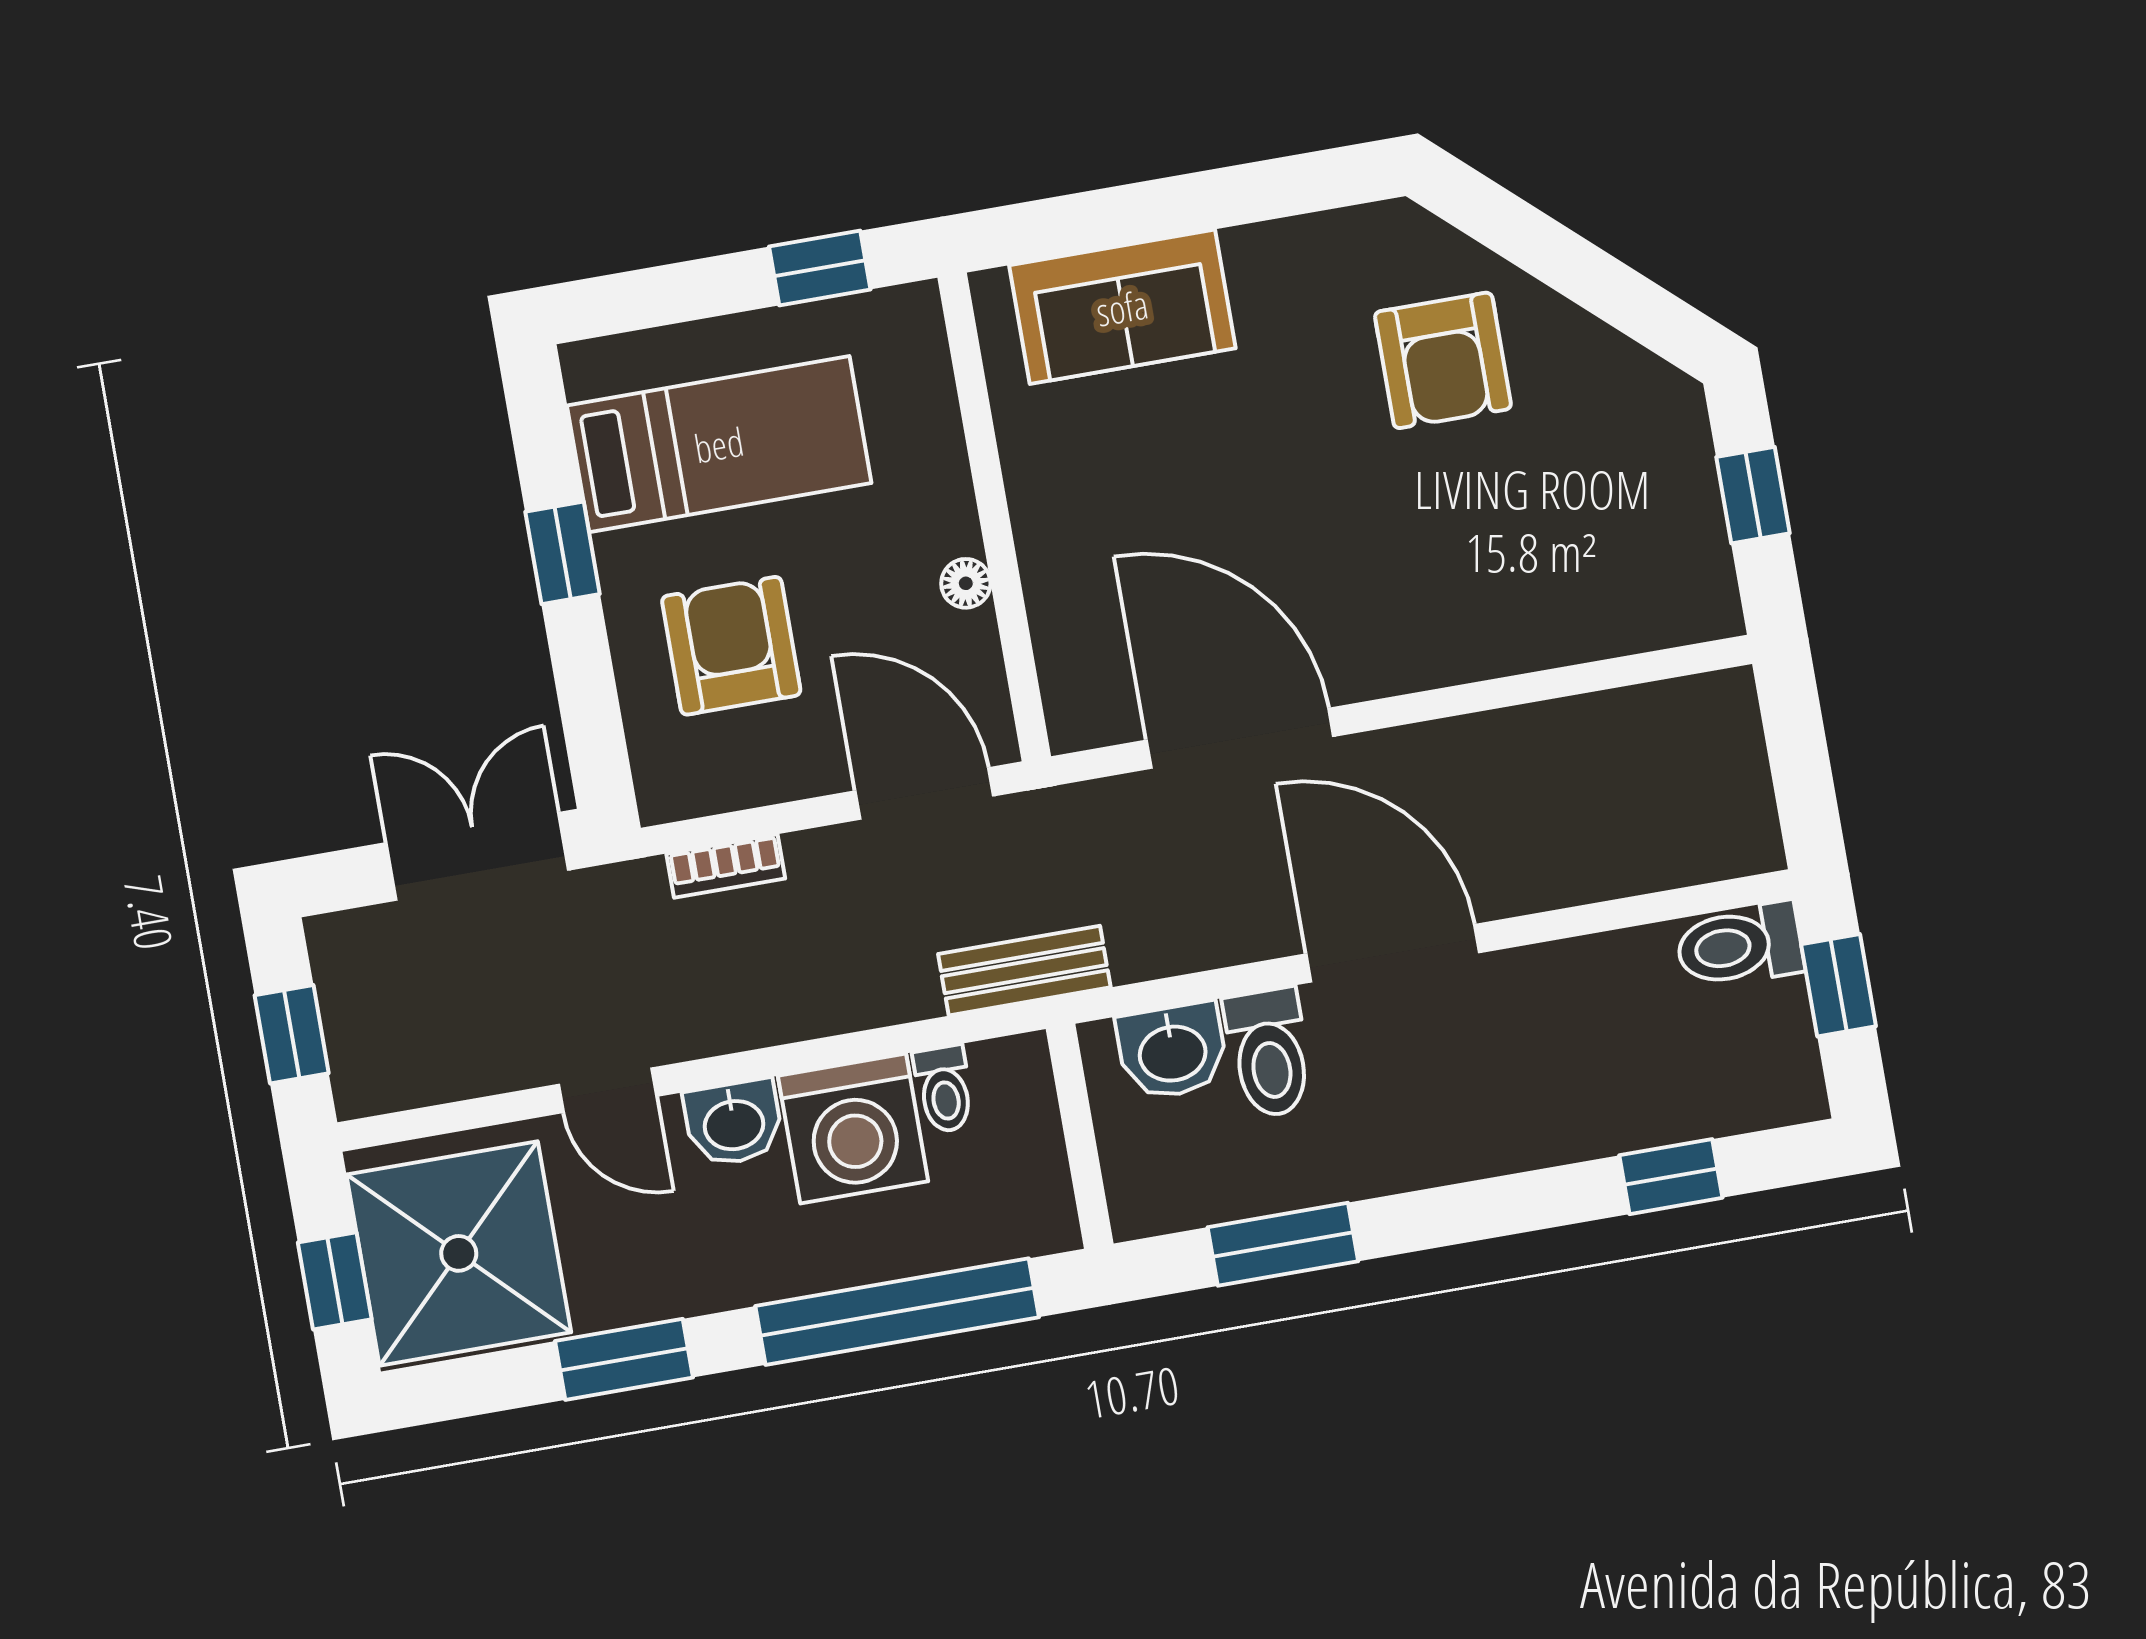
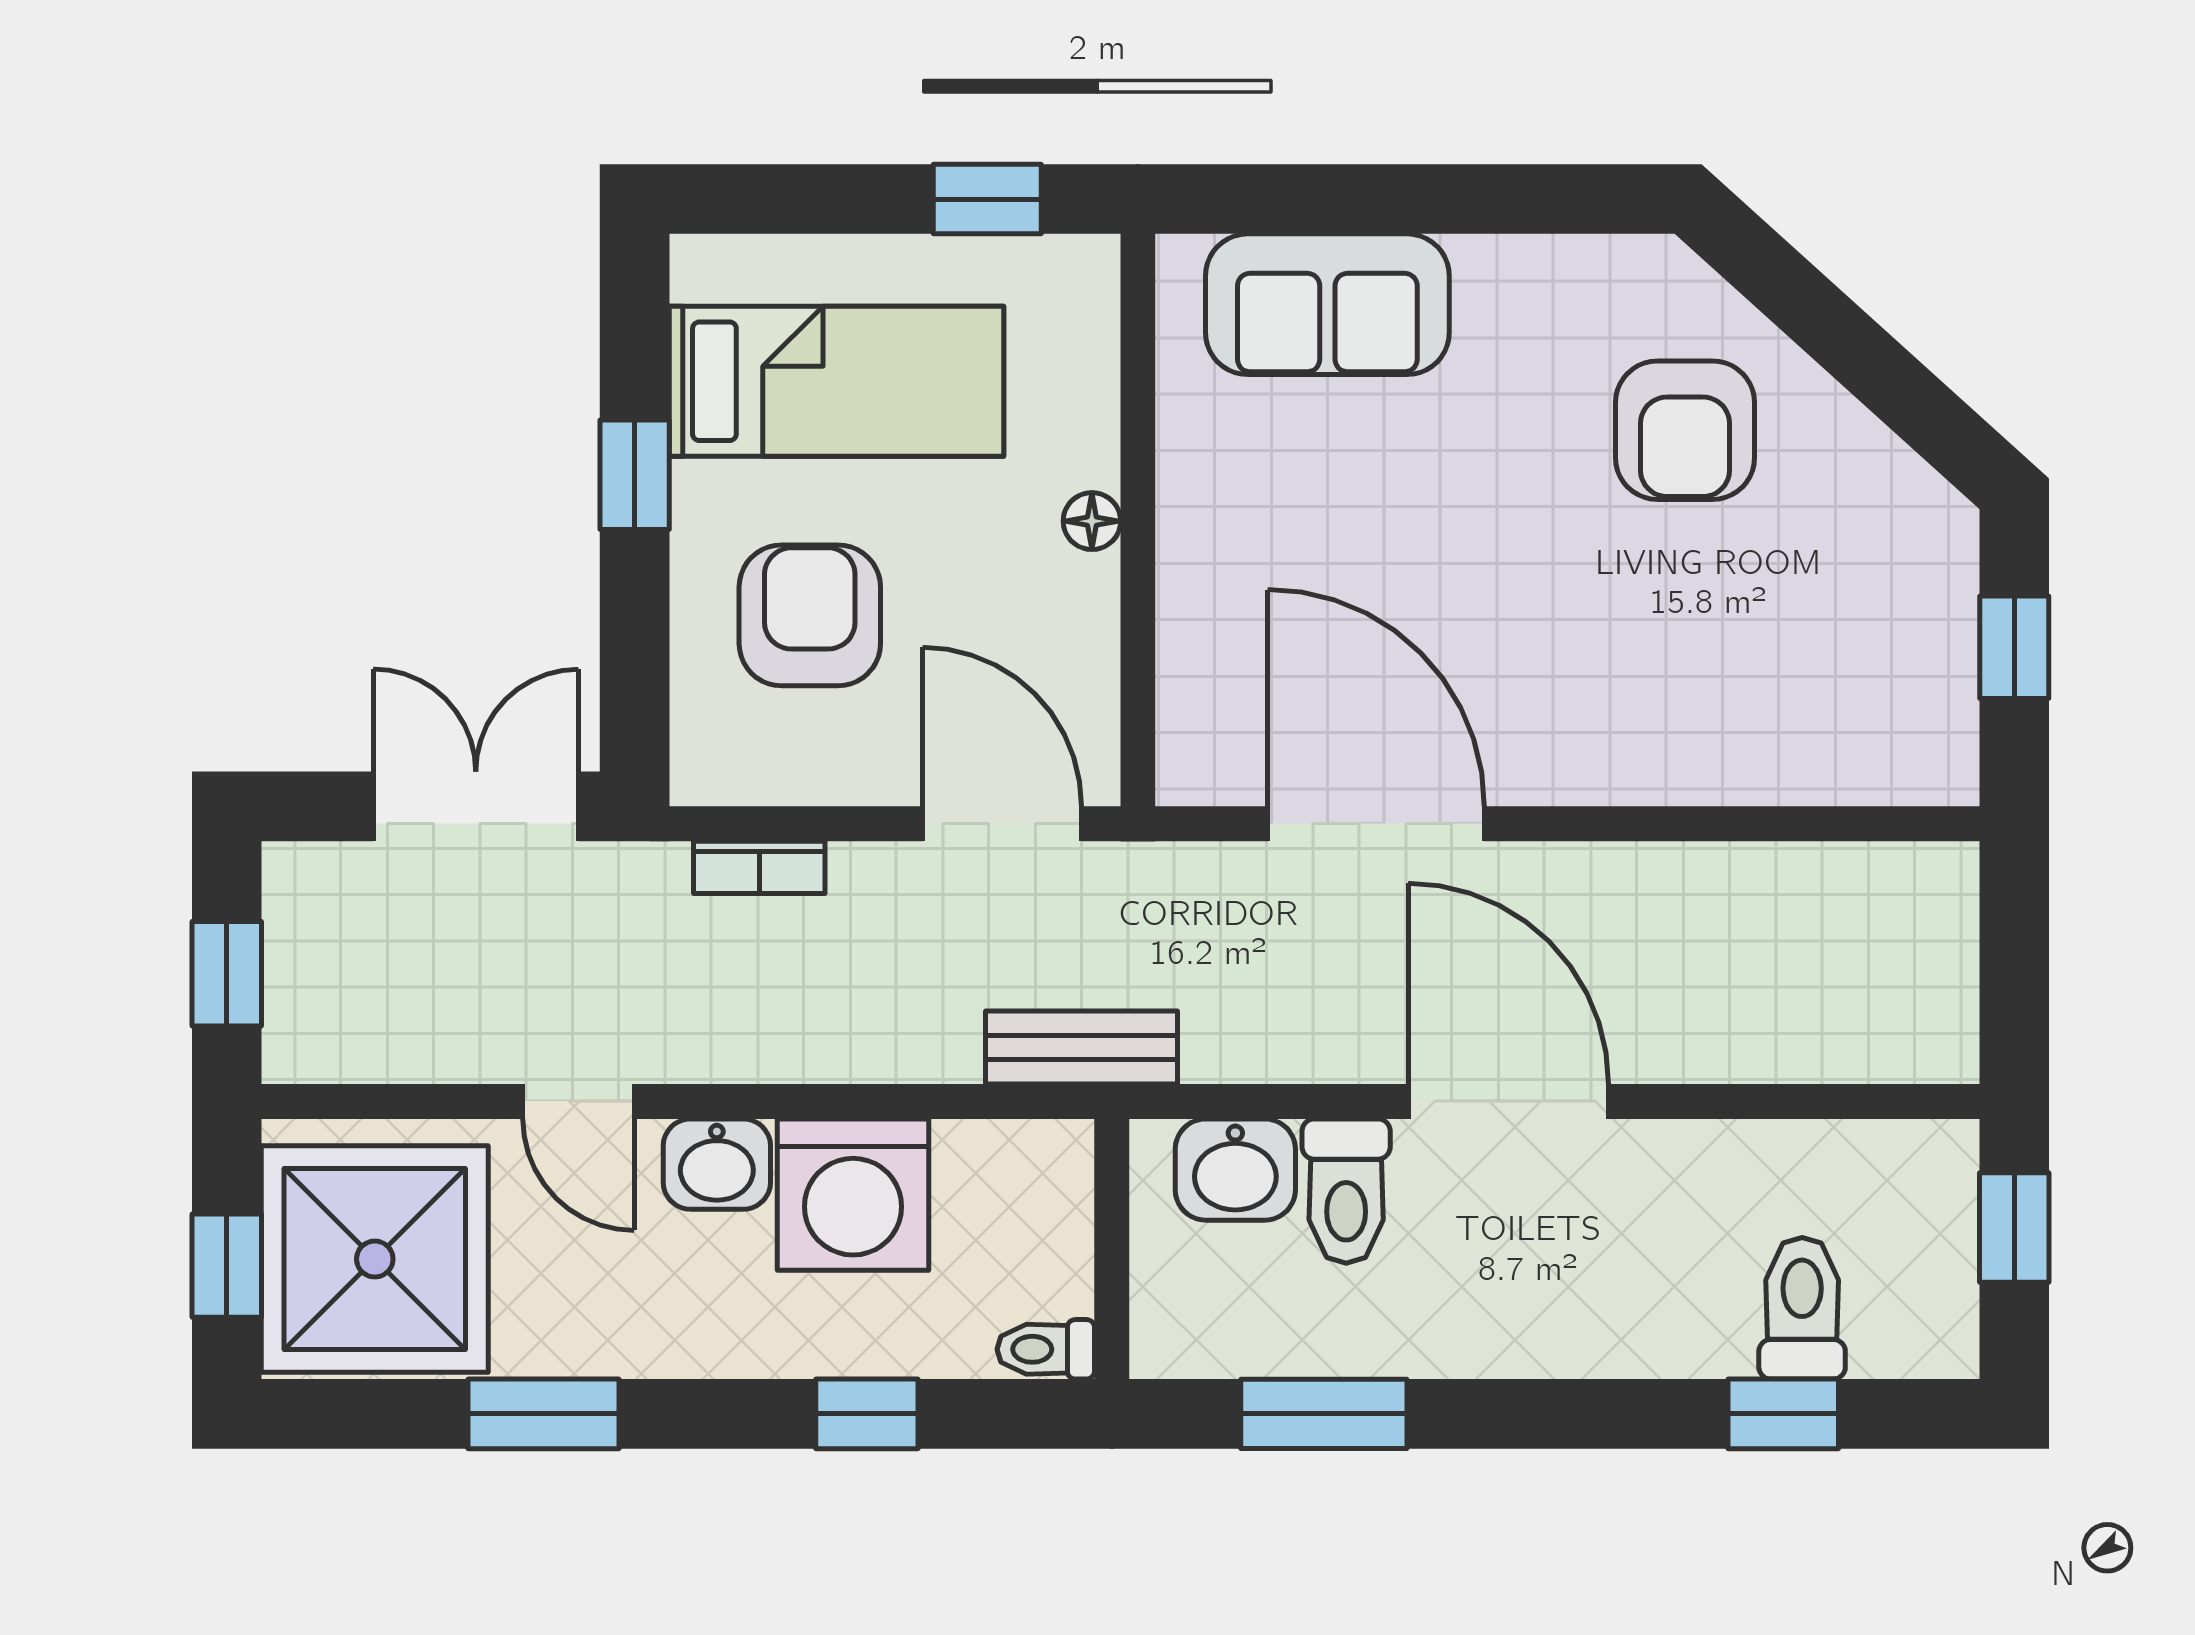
floor lamp: (966, 583) -> (1092, 521), moved
toilet: (1740, 945) -> (1802, 1308), moved, turned 90
toilet: (944, 1089) -> (1046, 1349), moved, turned 90
window: (897, 1312) -> (867, 1414), width x0.32

